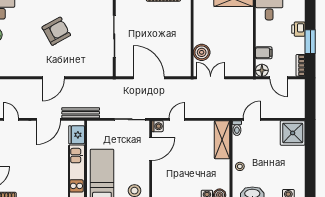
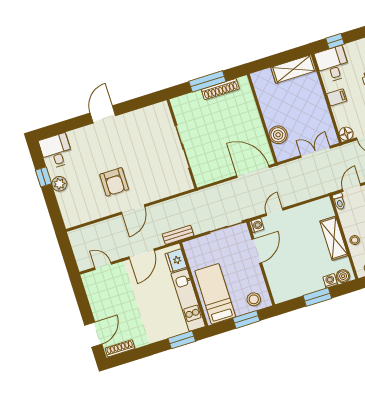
armchair: (56, 31) -> (114, 182), moved, turned 119
filing cabinet: (264, 53) -> (337, 97), moved
door: (149, 78) -> (253, 172), moved
double door: (211, 78) -> (315, 152), moved
bench: (81, 113) -> (178, 235), width x0.73
shelving: (222, 140) -> (334, 238), moved

